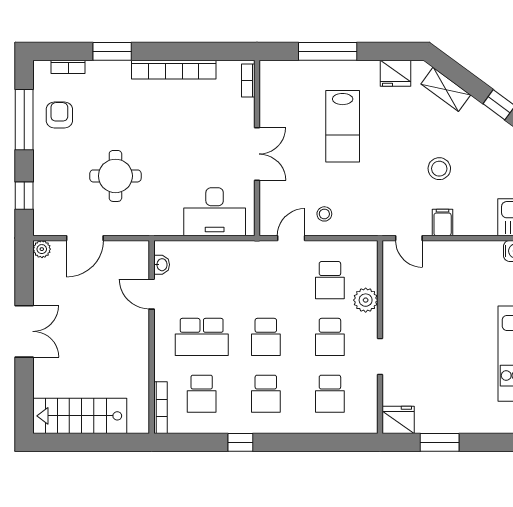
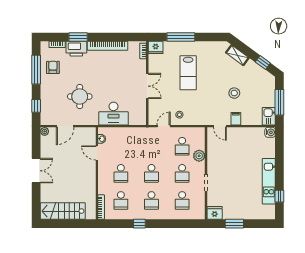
fridge: (395, 73) -> (156, 47), moved
printer: (108, 76) -> (76, 49), added
desk: (215, 212) -> (113, 114), moved
school desk: (202, 337) -> (121, 173), width x0.54

